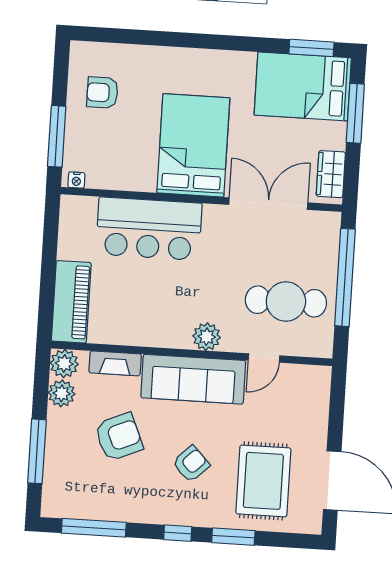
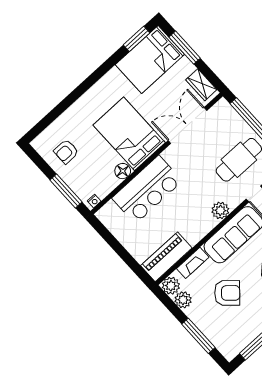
floor lamp: (143, 180) -> (123, 171), added
piano: (71, 302) -> (166, 257), moved, turned -90
armchair: (119, 437) -> (227, 293), turned 65

